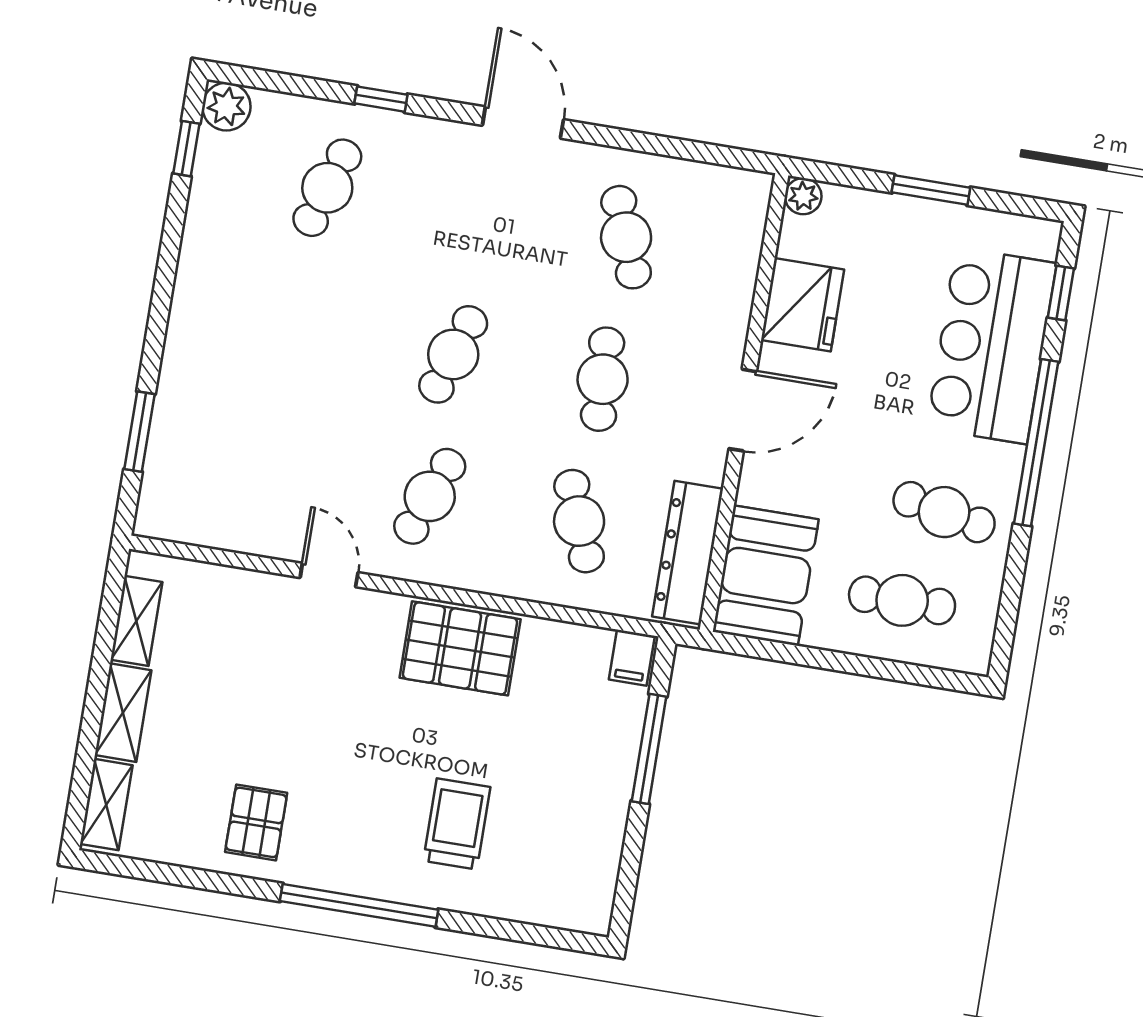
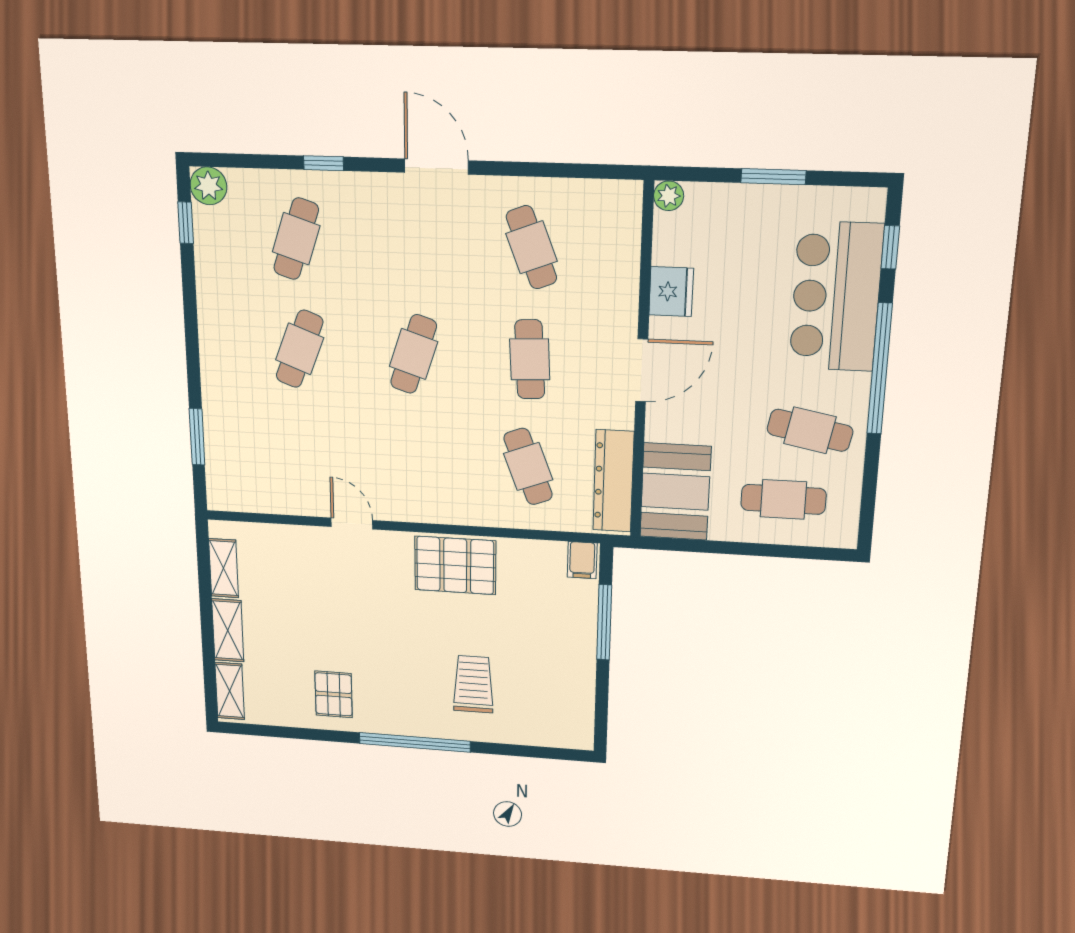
fridge: (803, 305) -> (671, 292), width x0.73, depth x0.75
cafe table: (430, 496) -> (300, 349), moved

